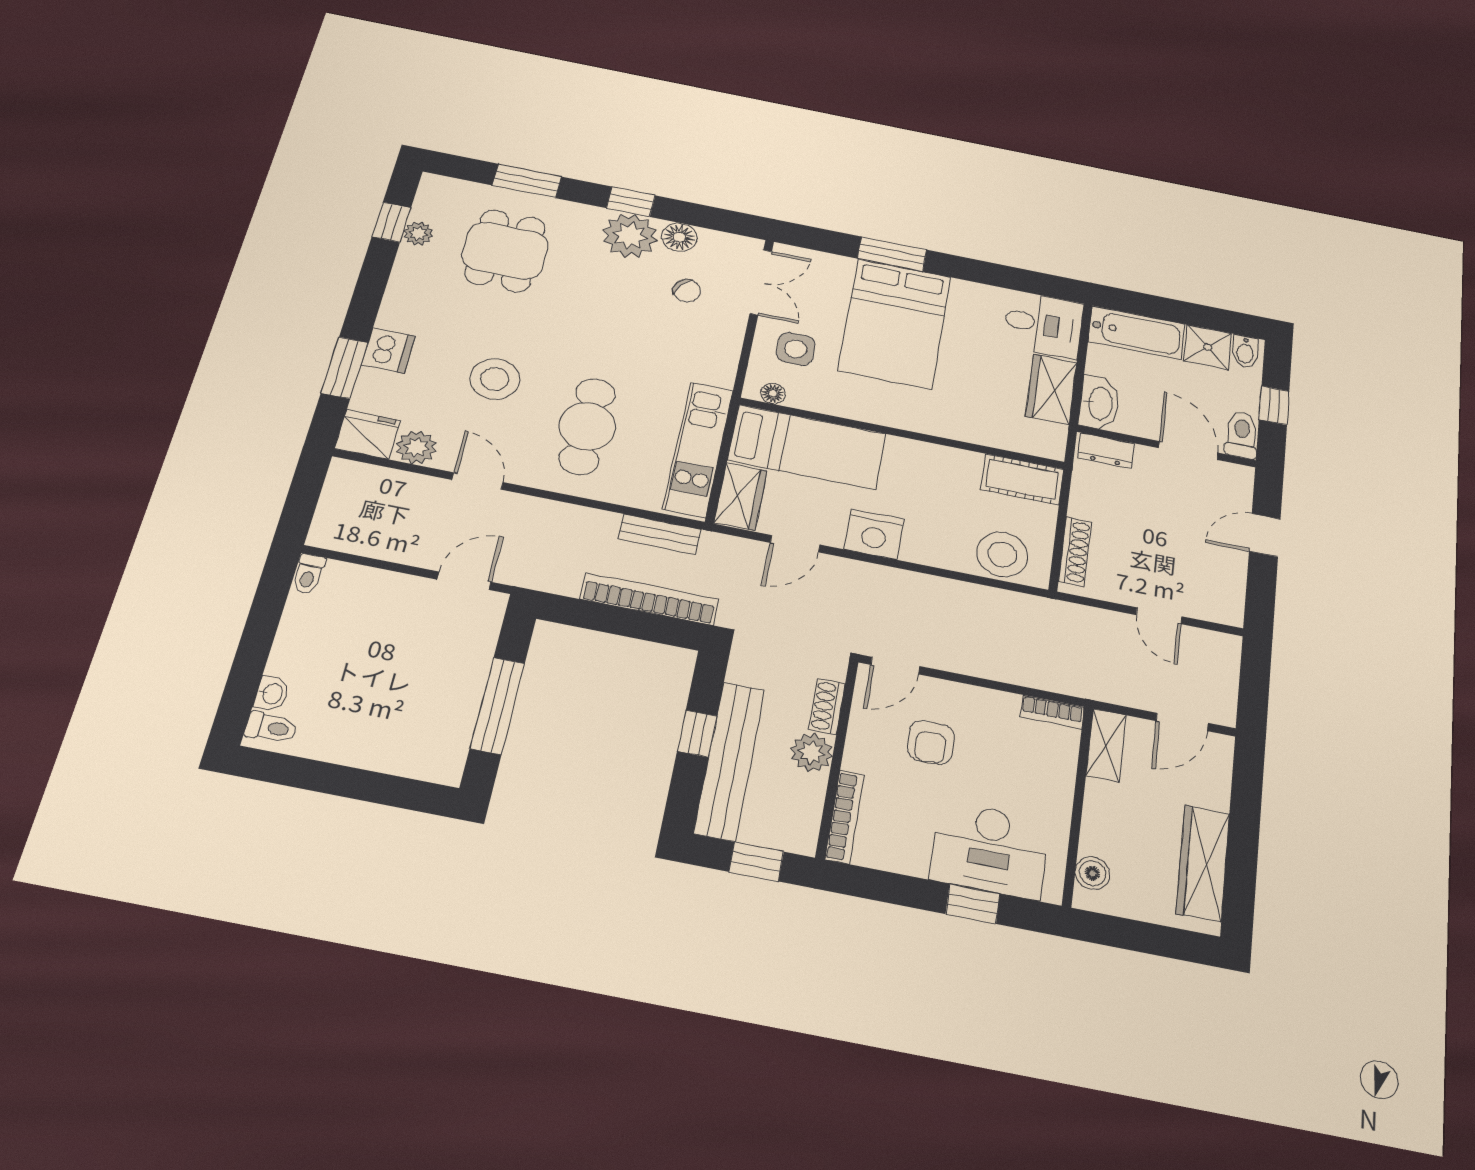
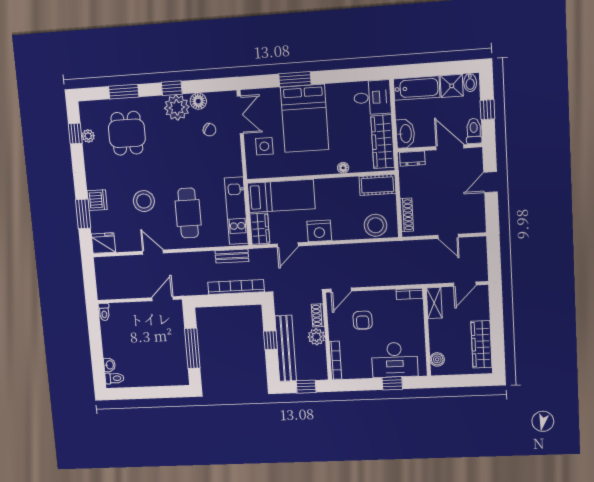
wardrobe: (1051, 389) -> (383, 142), width x1.50
floor lamp: (773, 394) -> (343, 168), moved
plant: (416, 447) -> (124, 243), removed

